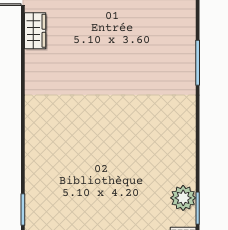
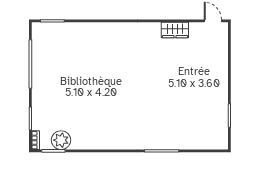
wardrobe: (35, 31) -> (175, 30), moved

